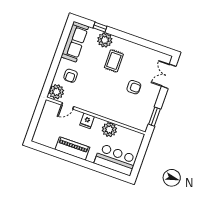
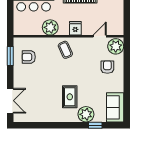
sofa: (75, 42) -> (115, 107), width x0.73
armchair: (134, 87) -> (29, 57), moved
coffee table: (103, 105) -> (65, 50), added

